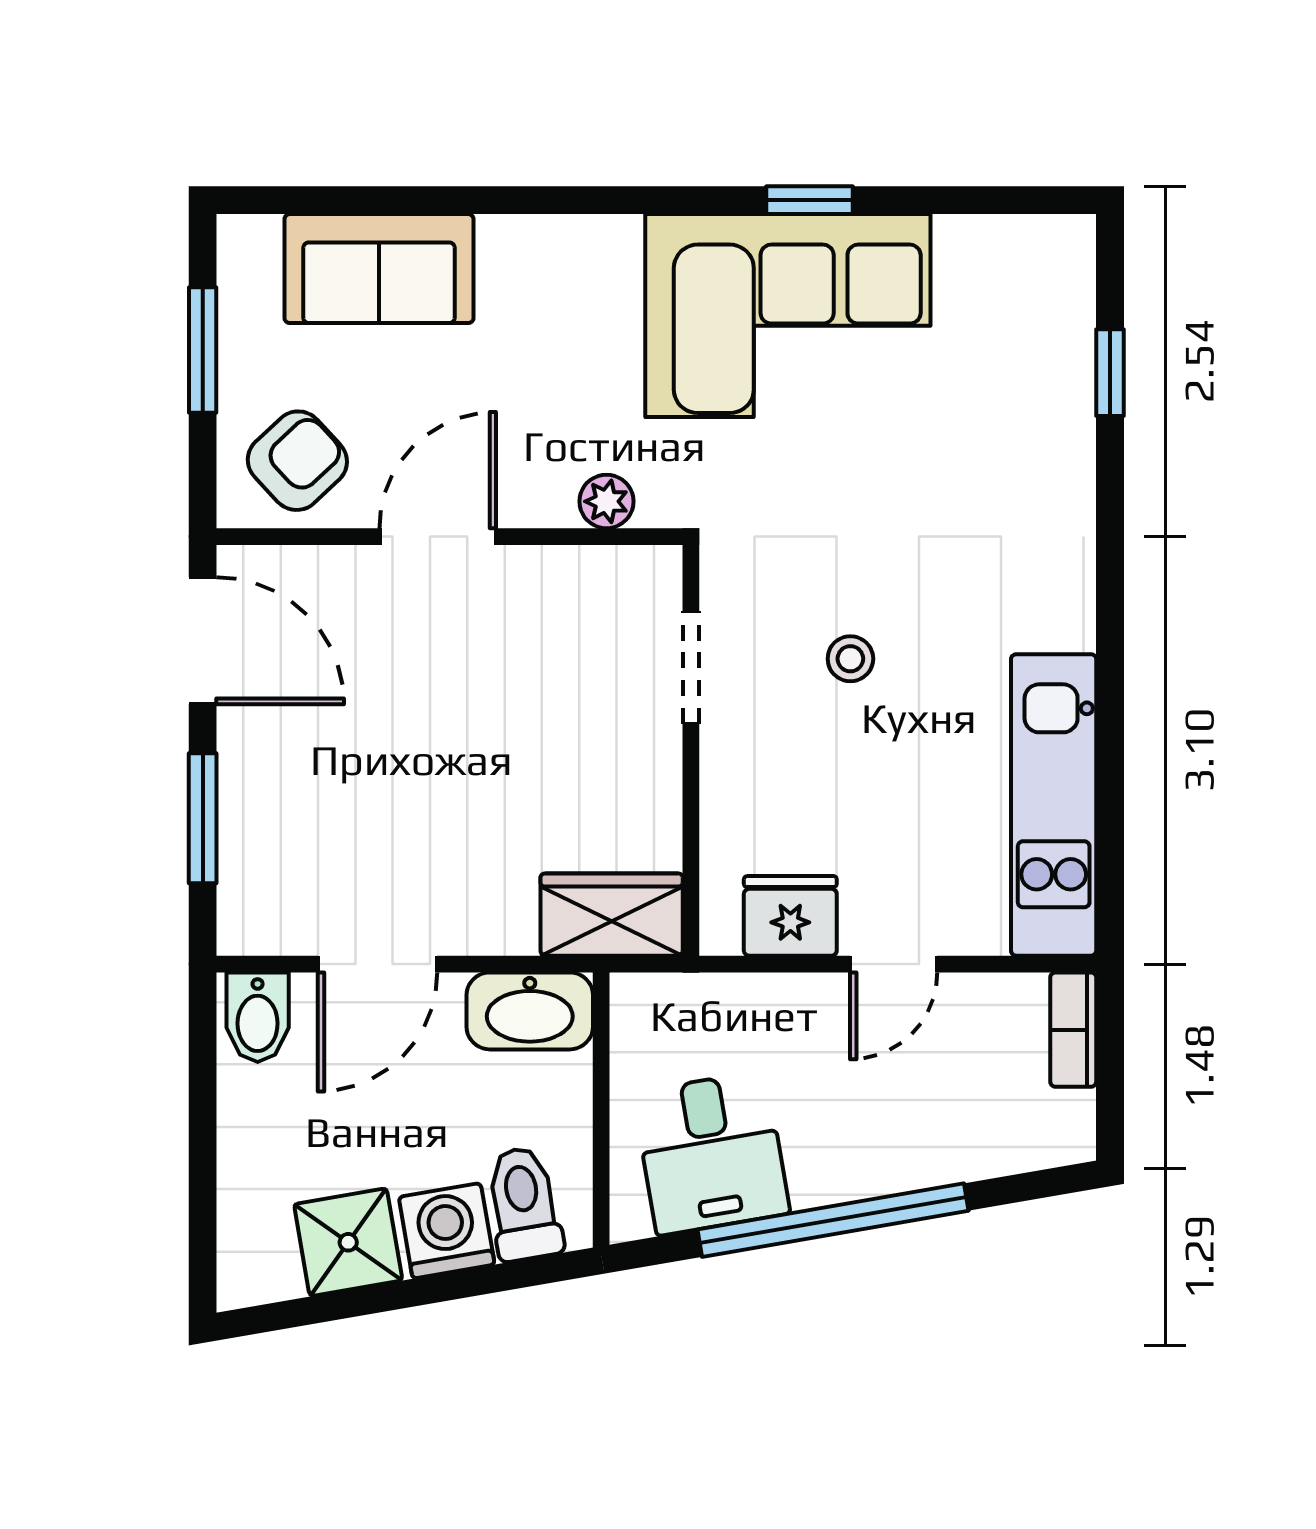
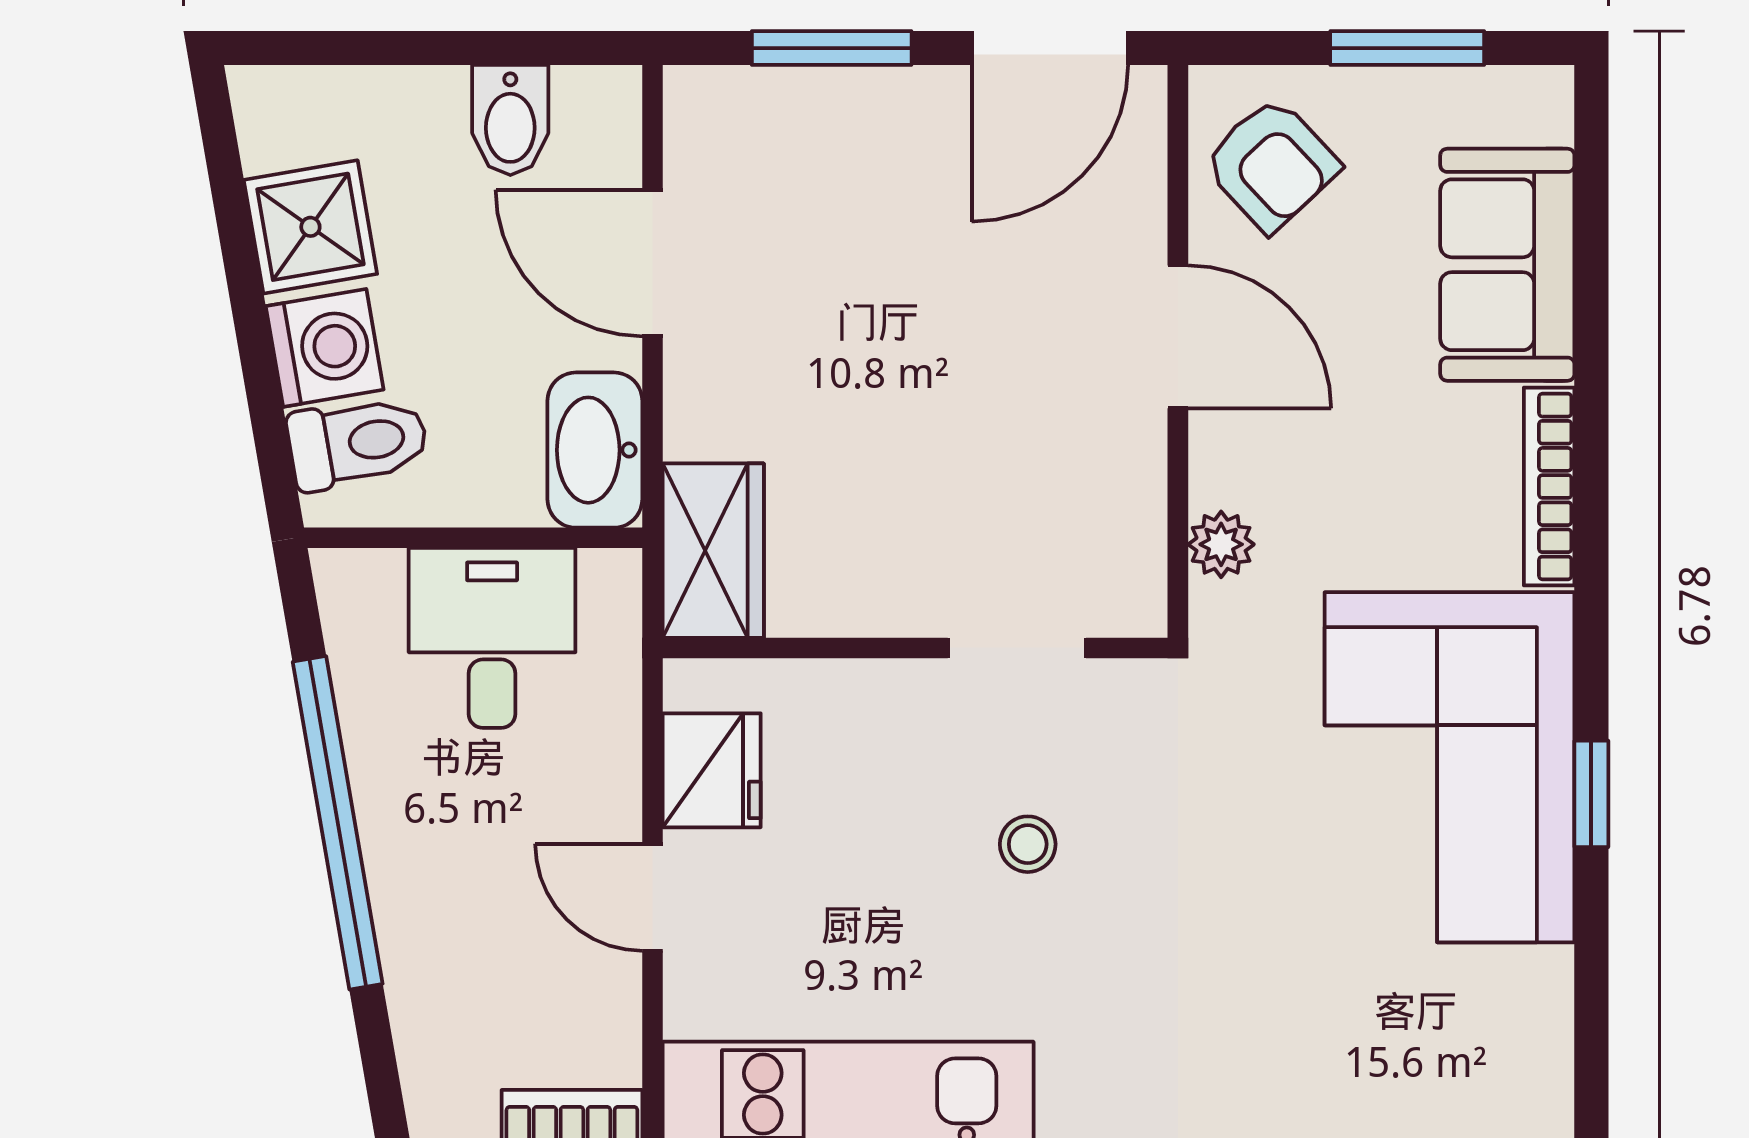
bookcase: (559, 235) -> (1549, 487), added
bidet: (258, 1017) -> (510, 120), moved, turned -90
desk: (711, 1153) -> (492, 638), moved, turned 100

